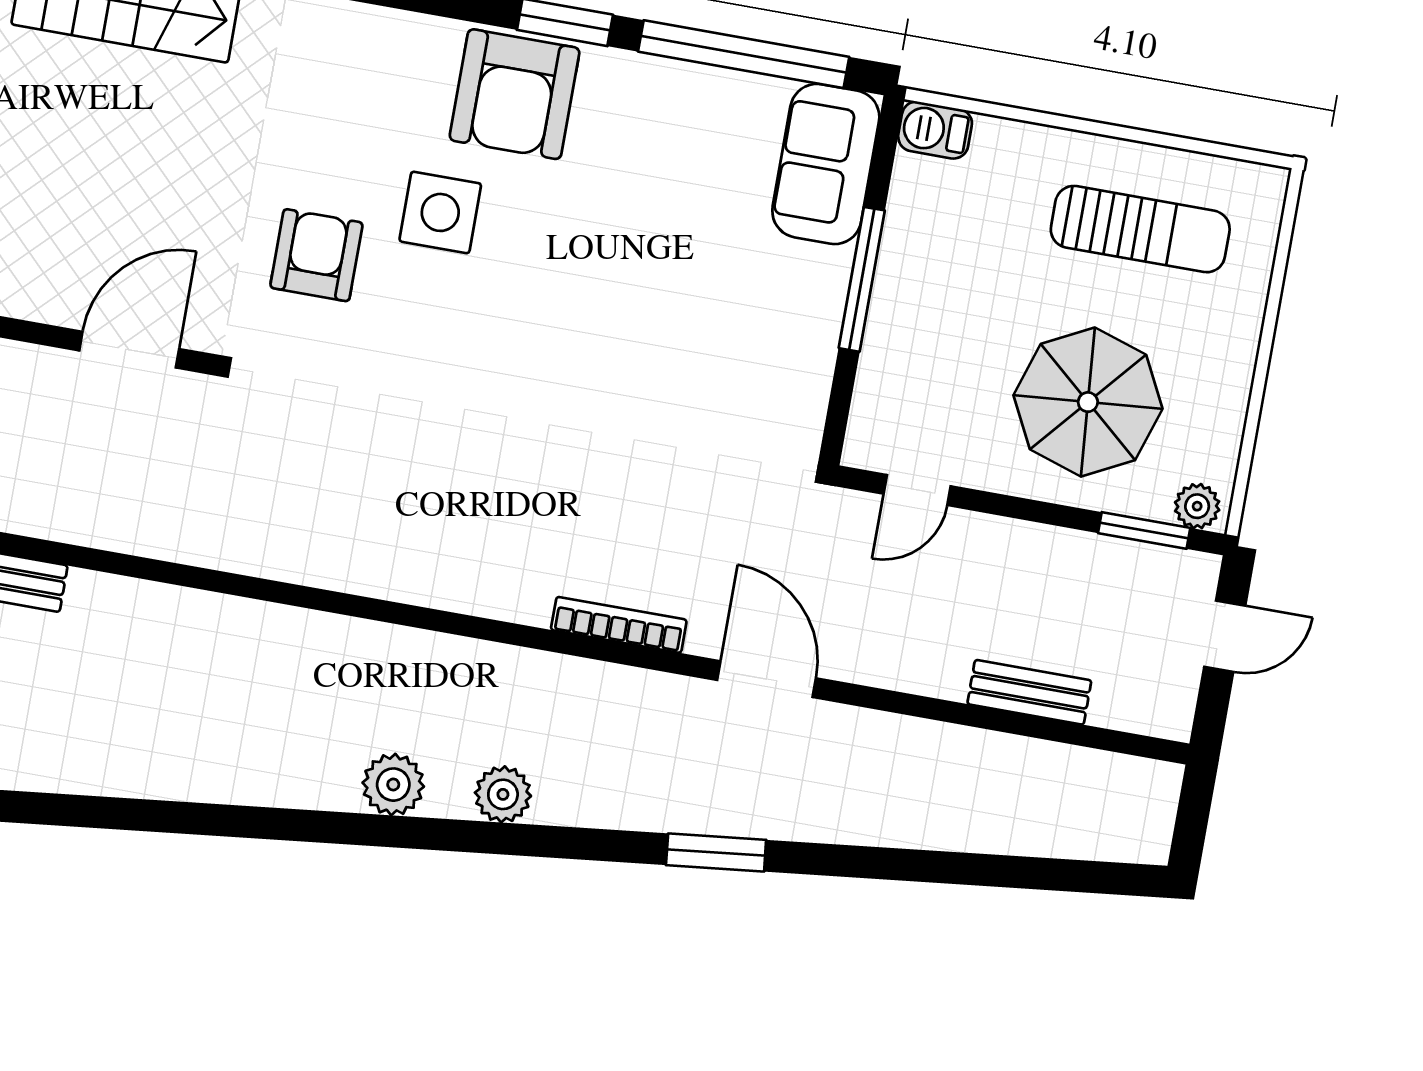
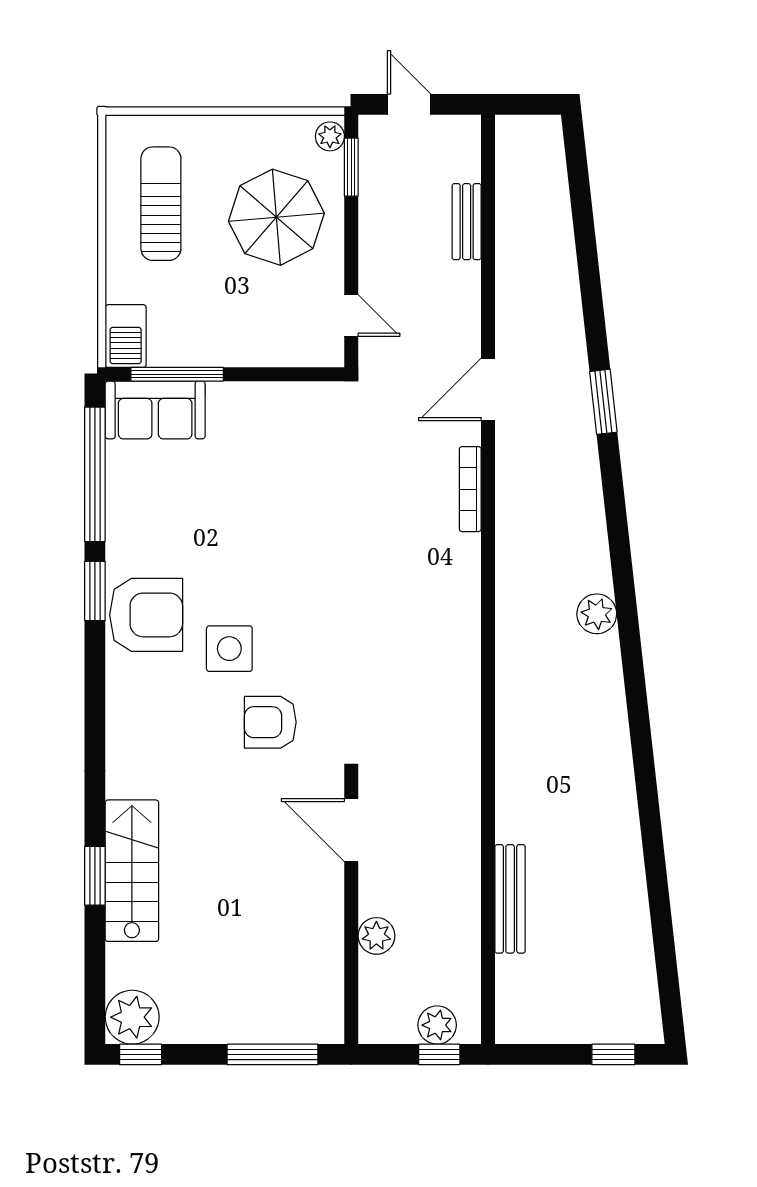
barbecue: (935, 130) -> (126, 336), width x1.38, depth x1.27
window: (862, 279) -> (177, 374), moved
plant: (503, 794) -> (591, 543), removed

